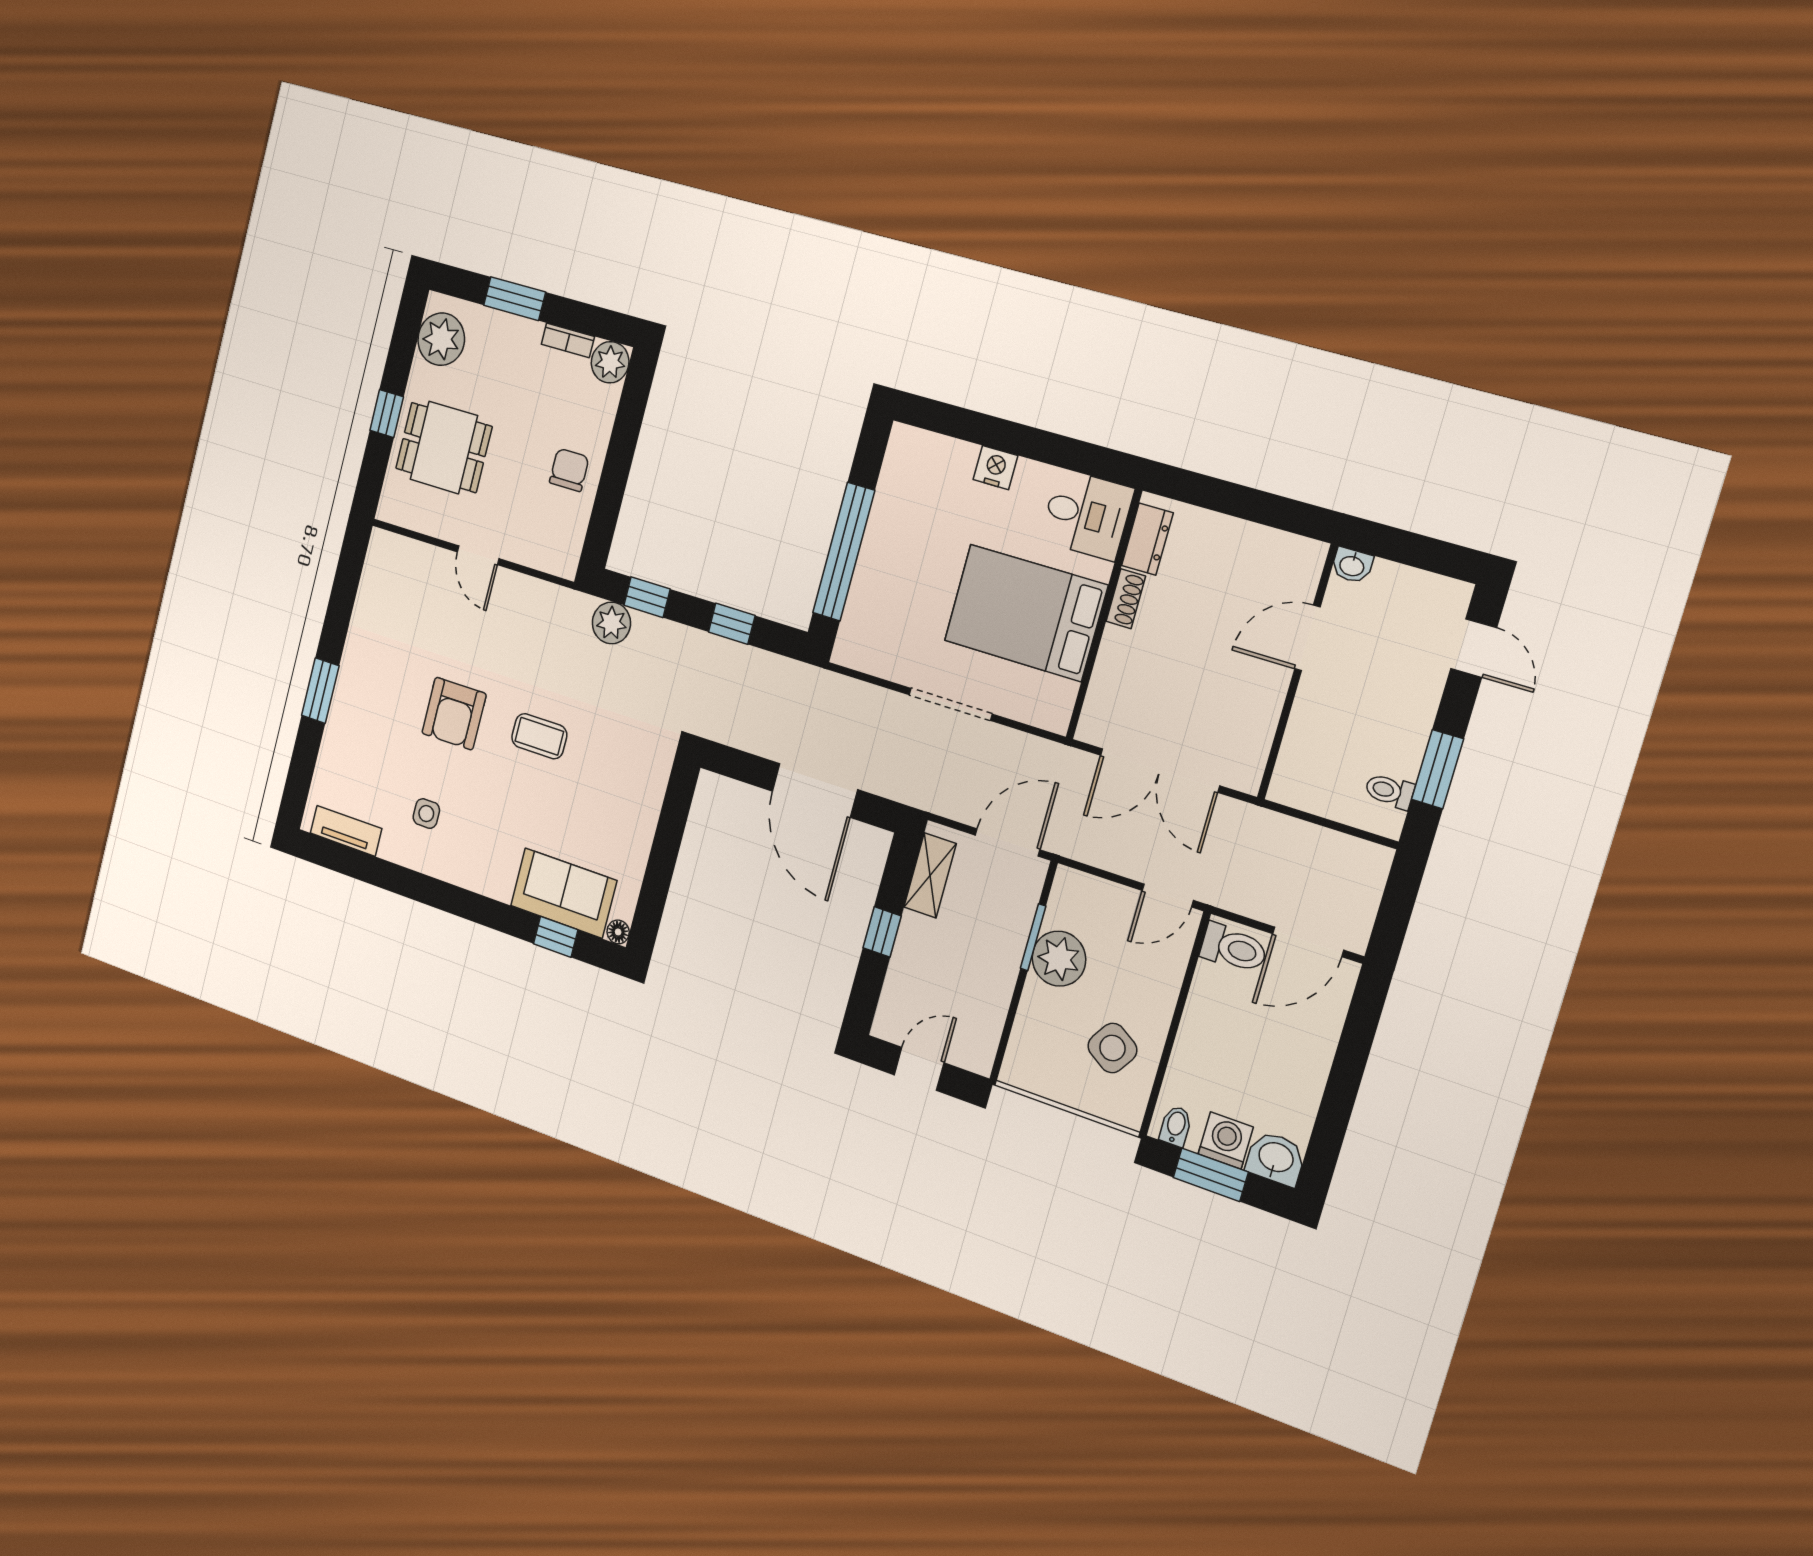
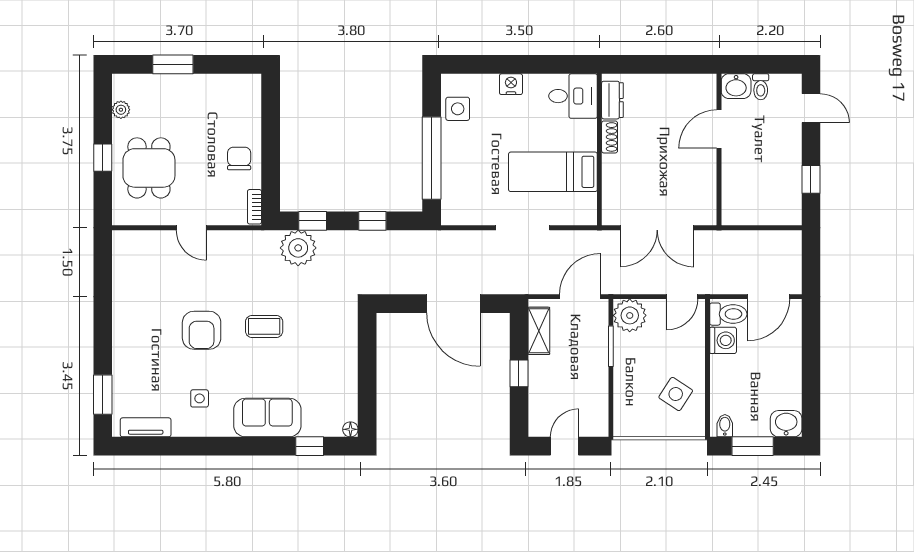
plant: (441, 339) -> (121, 110), width x0.53, depth x0.53
bookcase: (568, 340) -> (254, 207), moved, turned 90
plant: (610, 362) -> (249, 87), removed
dining table: (444, 448) -> (149, 168), turned 90
side table: (904, 484) -> (458, 109), added
washbasin: (1352, 565) -> (736, 86), width x1.38, depth x1.45
bed: (1026, 613) -> (553, 172), width x0.67
plant: (611, 623) -> (298, 248), width x1.36, depth x1.36
window: (320, 691) -> (103, 395), moved
window: (1437, 769) -> (811, 179), width x0.67
toilet: (1390, 791) -> (761, 87), moved, turned -90
sofa: (564, 893) -> (267, 418), moved
plant: (1059, 959) -> (630, 315), moved
washing machine: (1226, 1140) -> (723, 340), moved, turned 90

